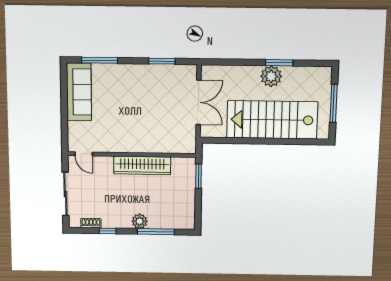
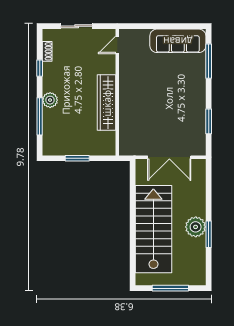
window: (198, 176) -> (77, 158), moved
sliding door: (65, 194) -> (77, 26), width x0.73

